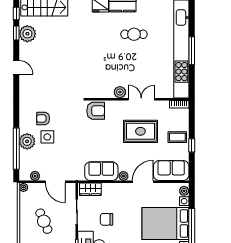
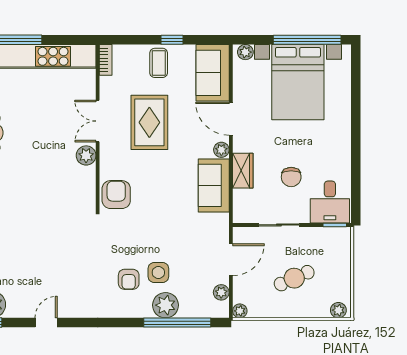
wardrobe: (90, 189) -> (243, 171), moved

